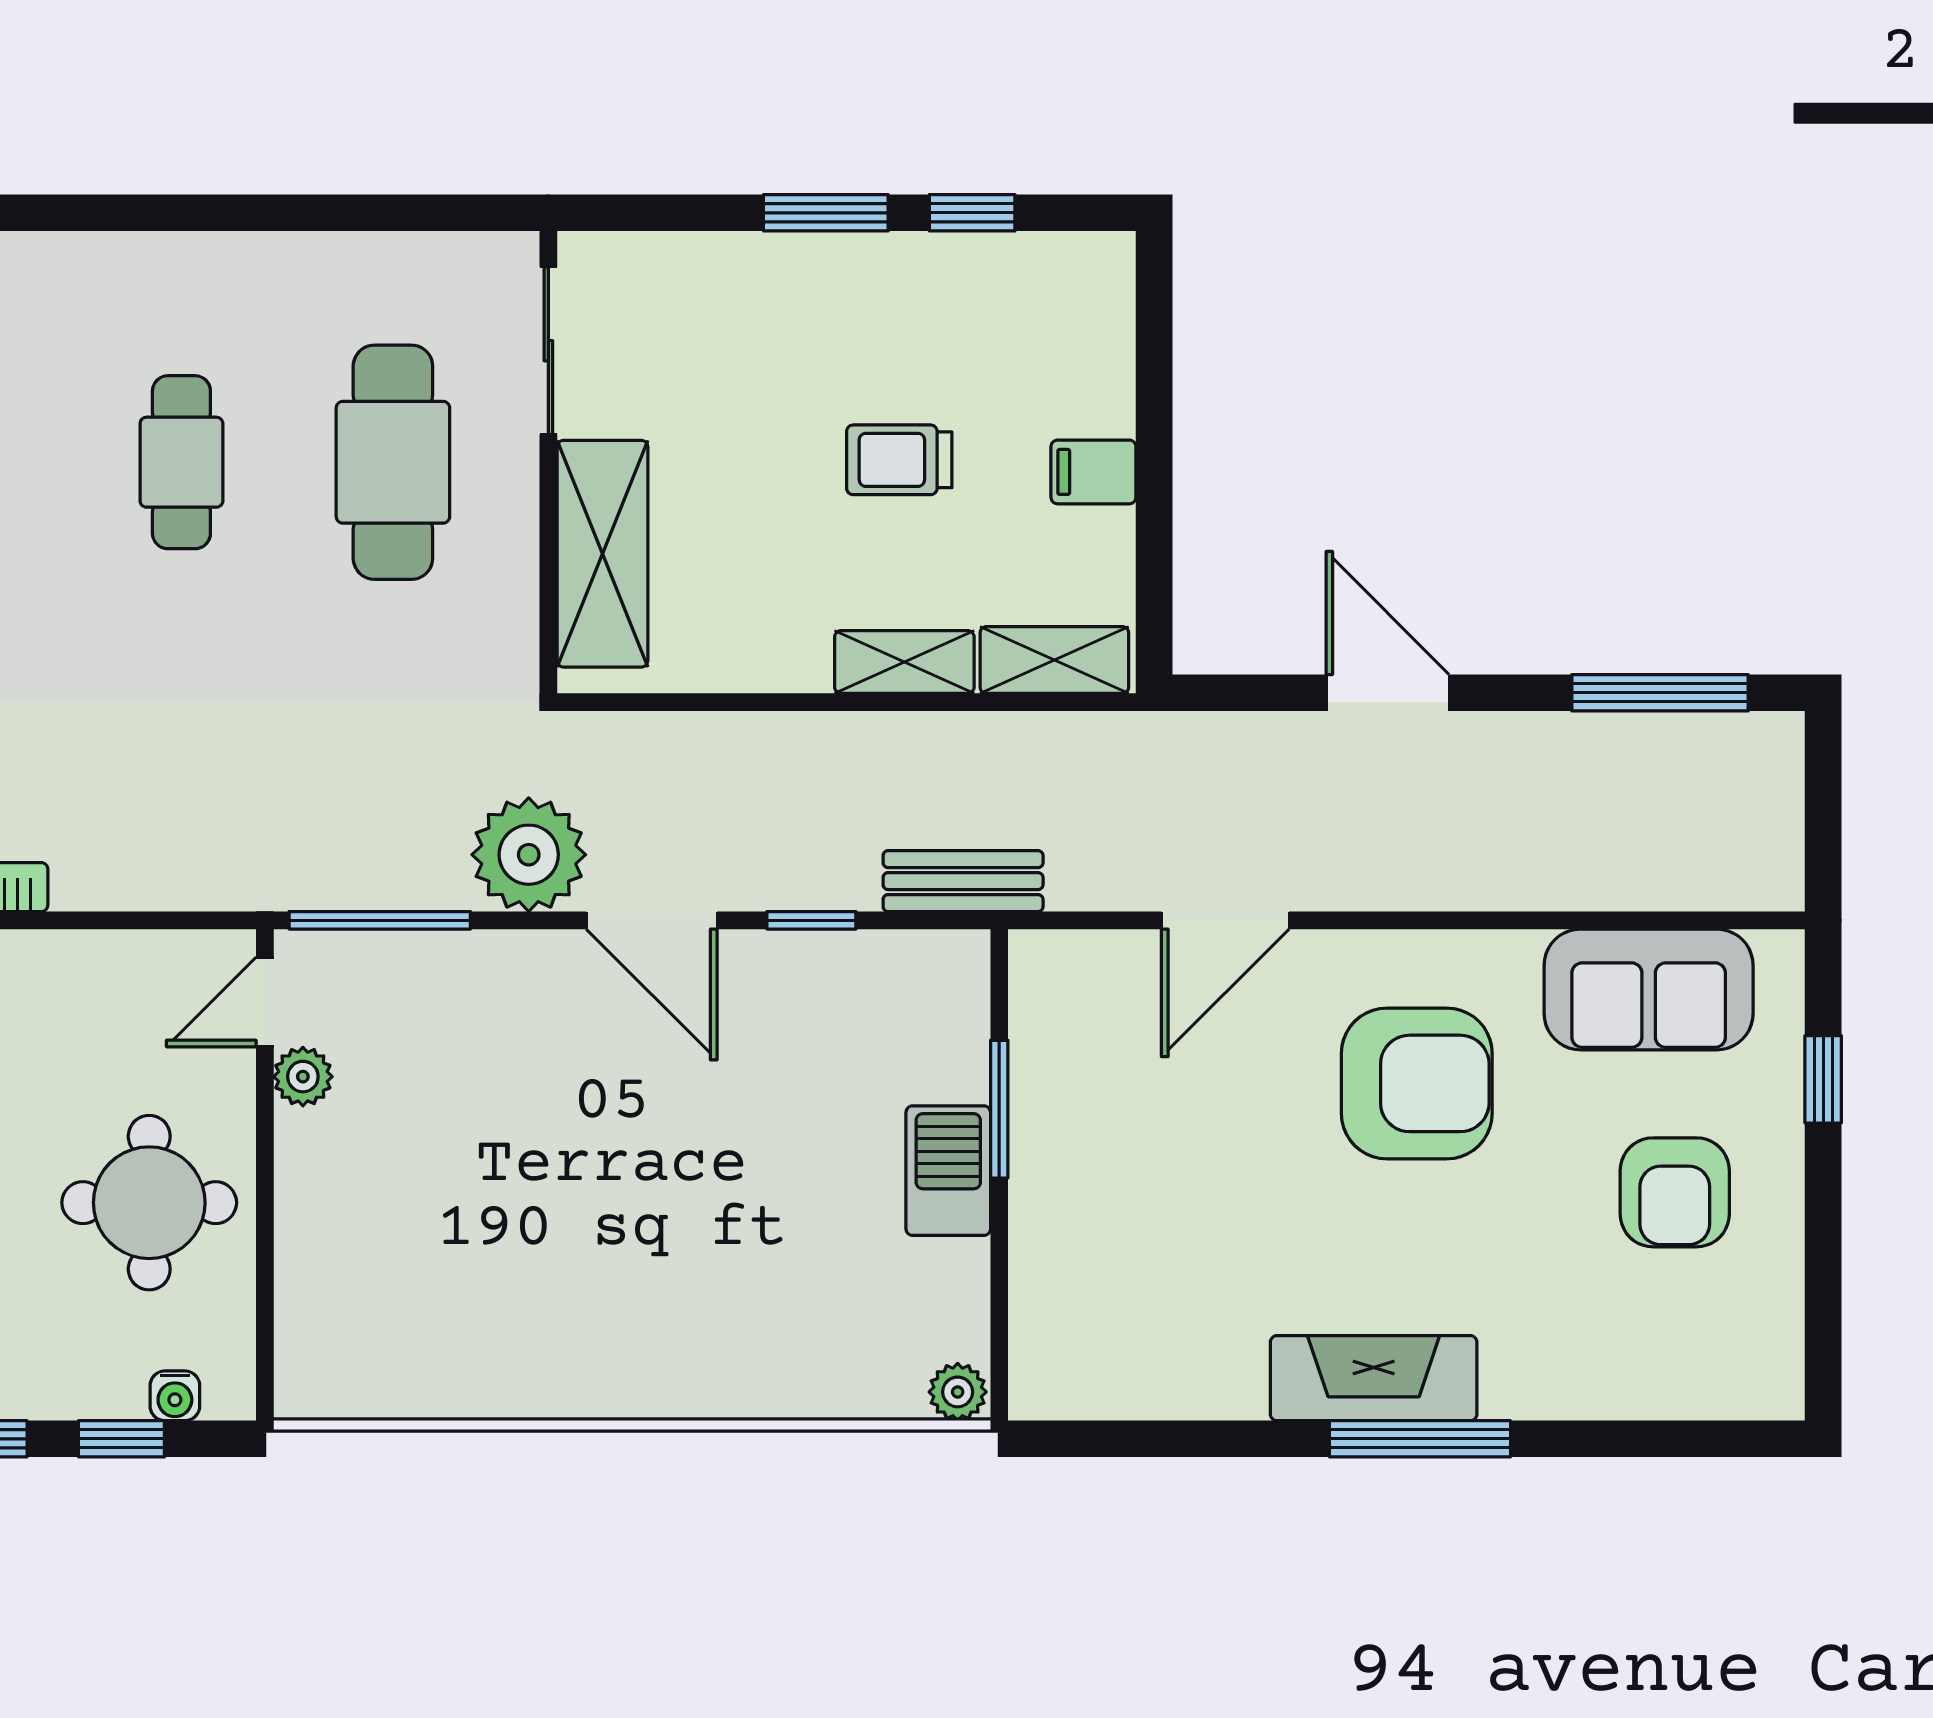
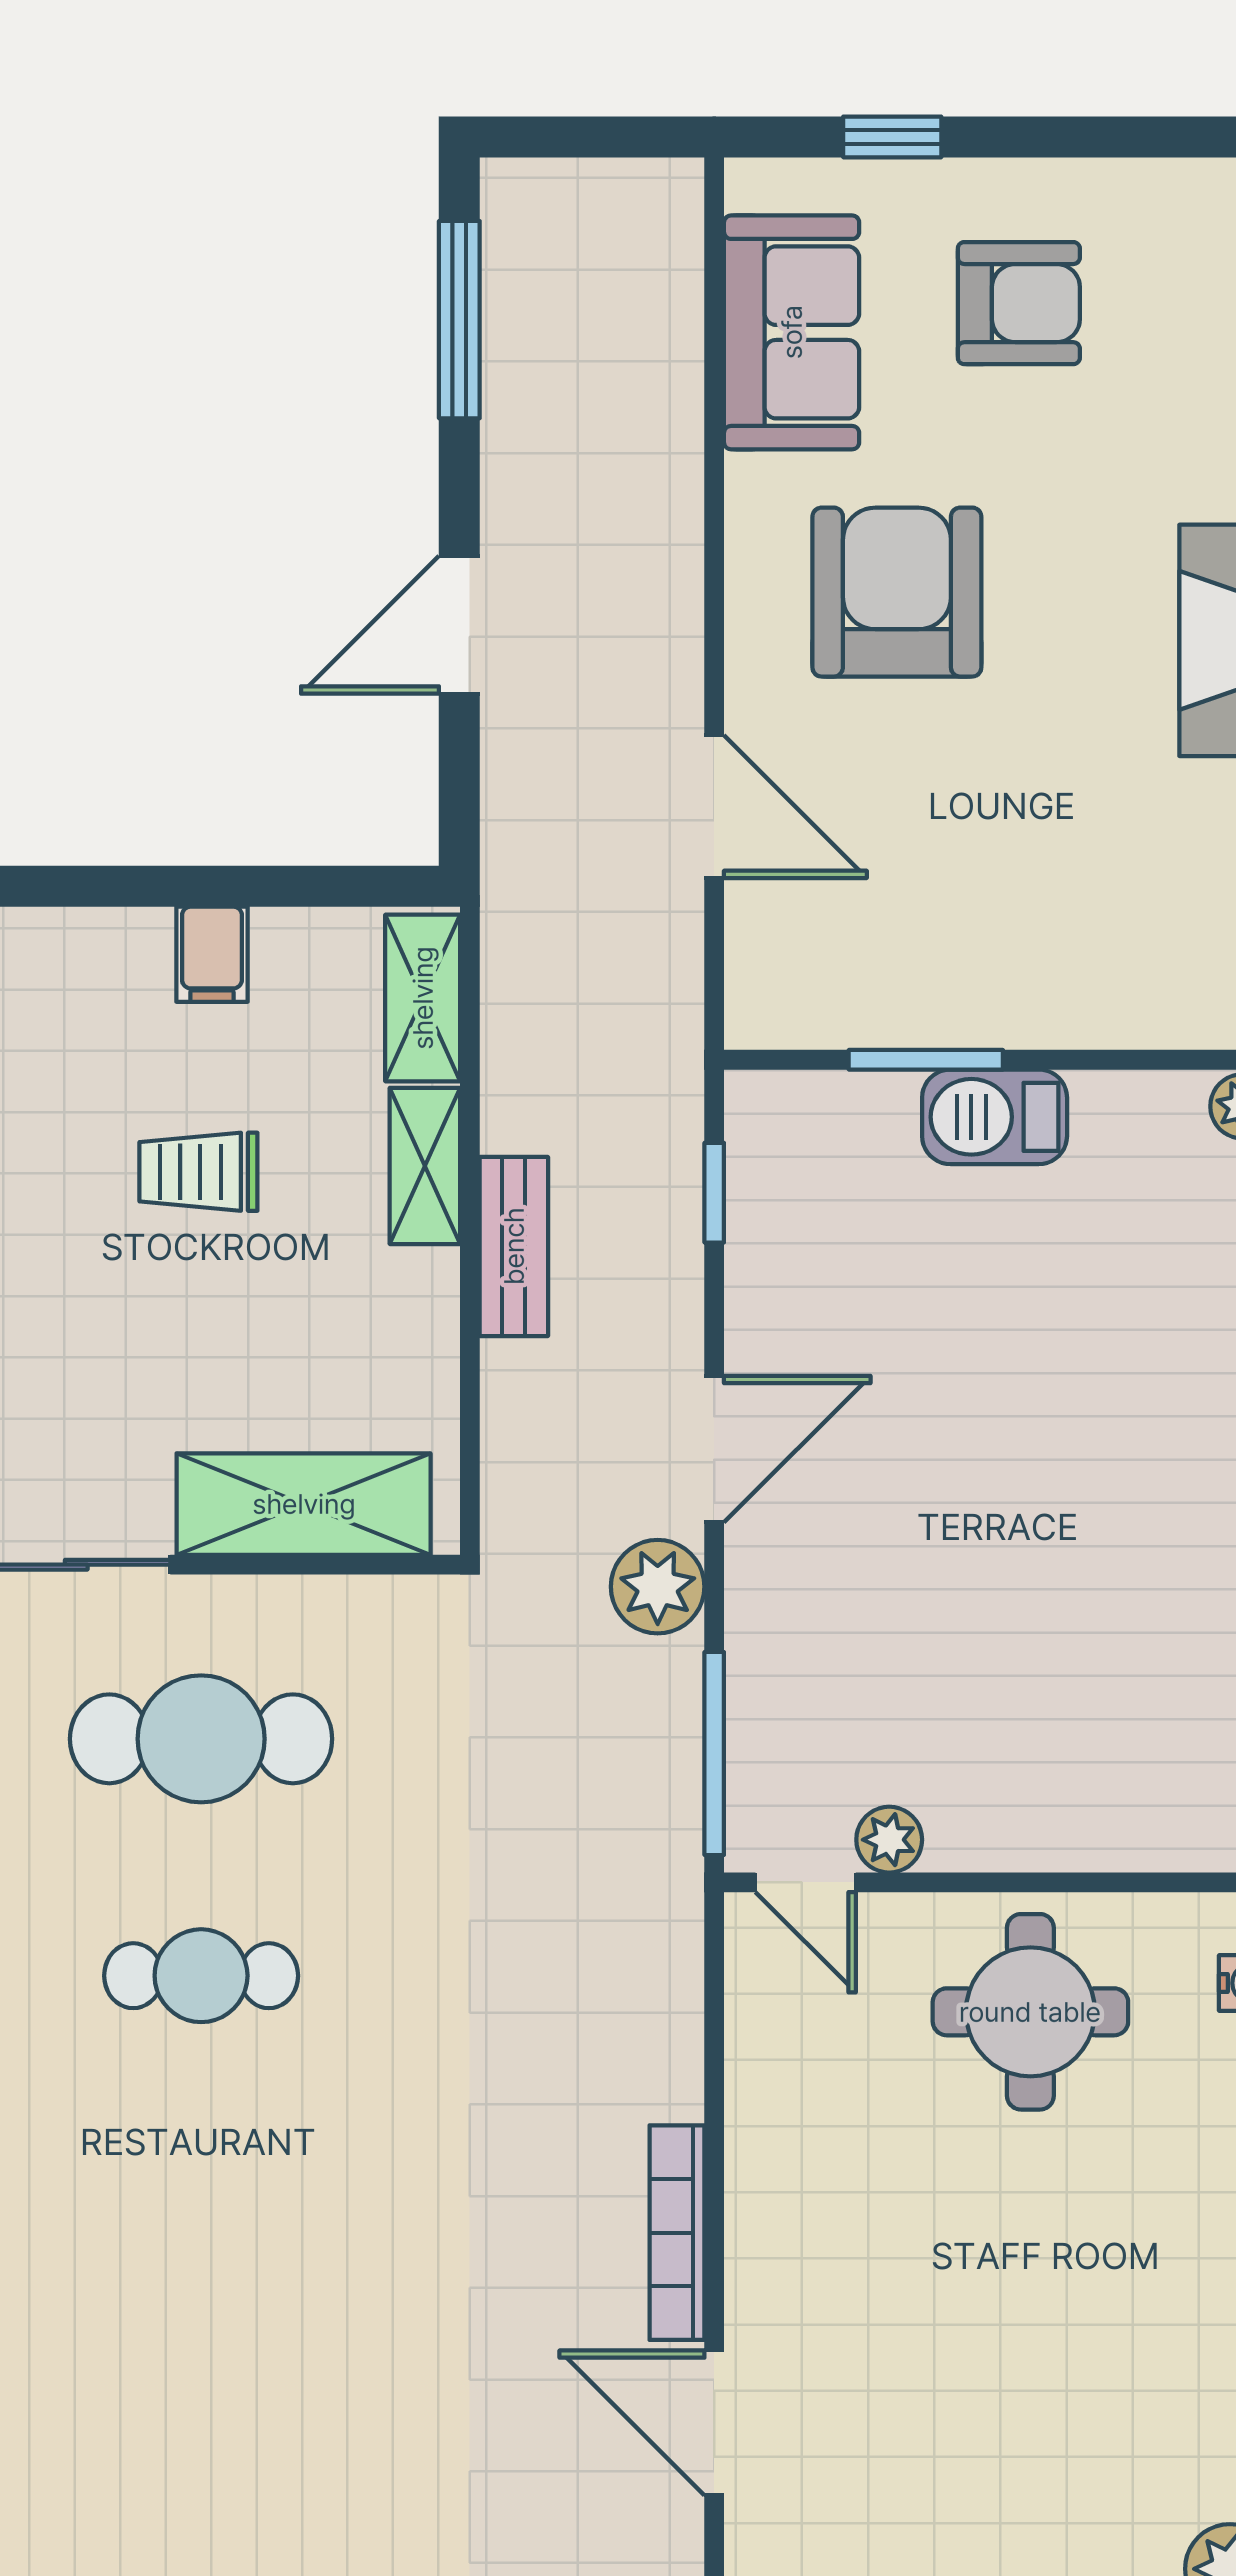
trolley: (899, 460) -> (198, 1172), turned 90
plant: (529, 855) -> (658, 1587), width x0.73, depth x0.73
bench: (963, 881) -> (514, 1246), moved
window: (811, 920) -> (714, 1193), moved

